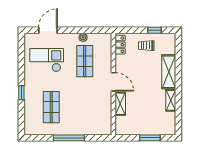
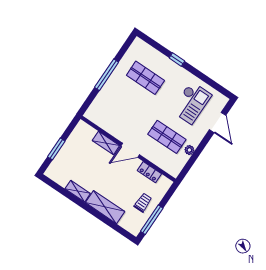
window: (155, 30) -> (152, 220), width x2.17
locker: (120, 45) -> (149, 172), moved

